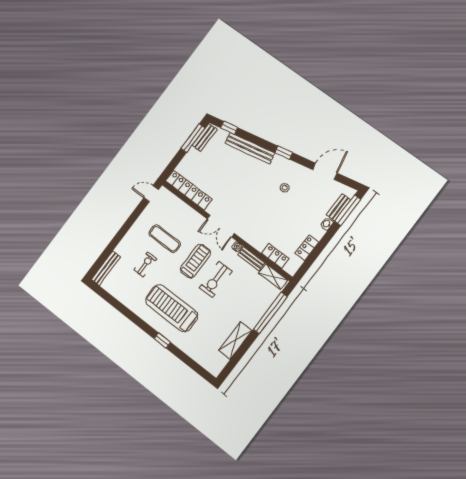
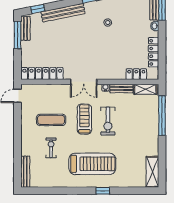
locker: (307, 248) -> (154, 52), width x1.53
treadmill: (172, 308) -> (92, 164), turned 180
shelving: (235, 340) -> (152, 172), moved

